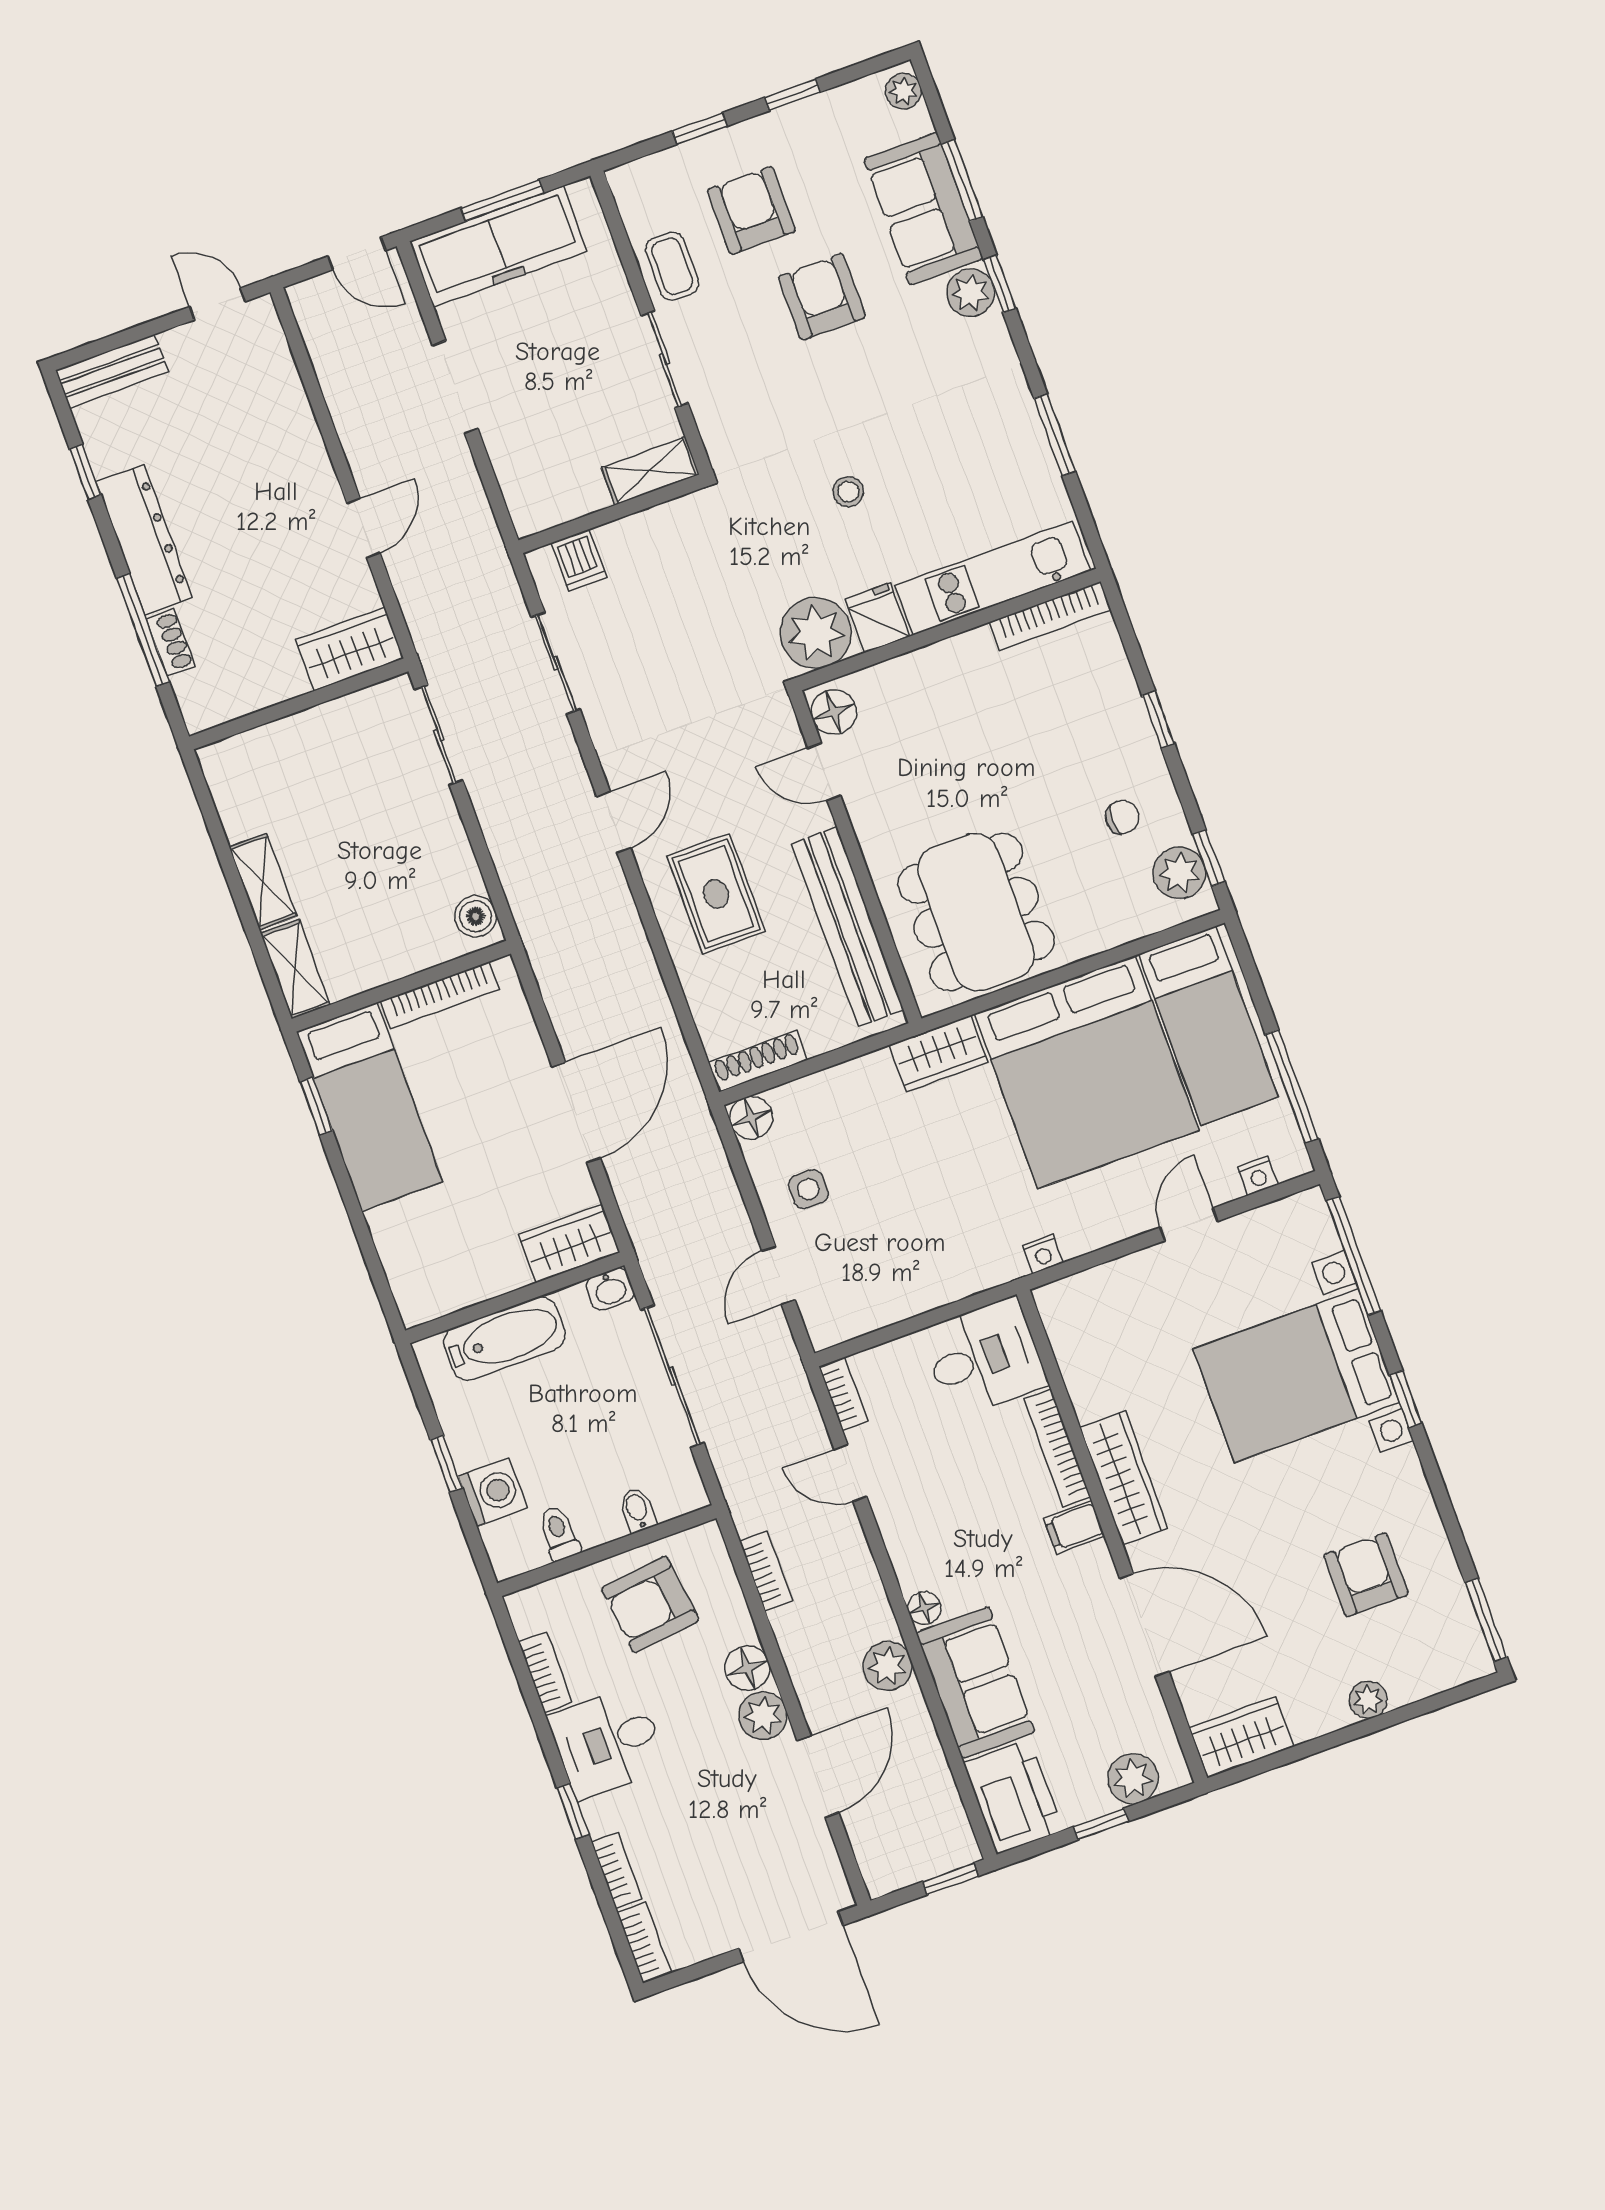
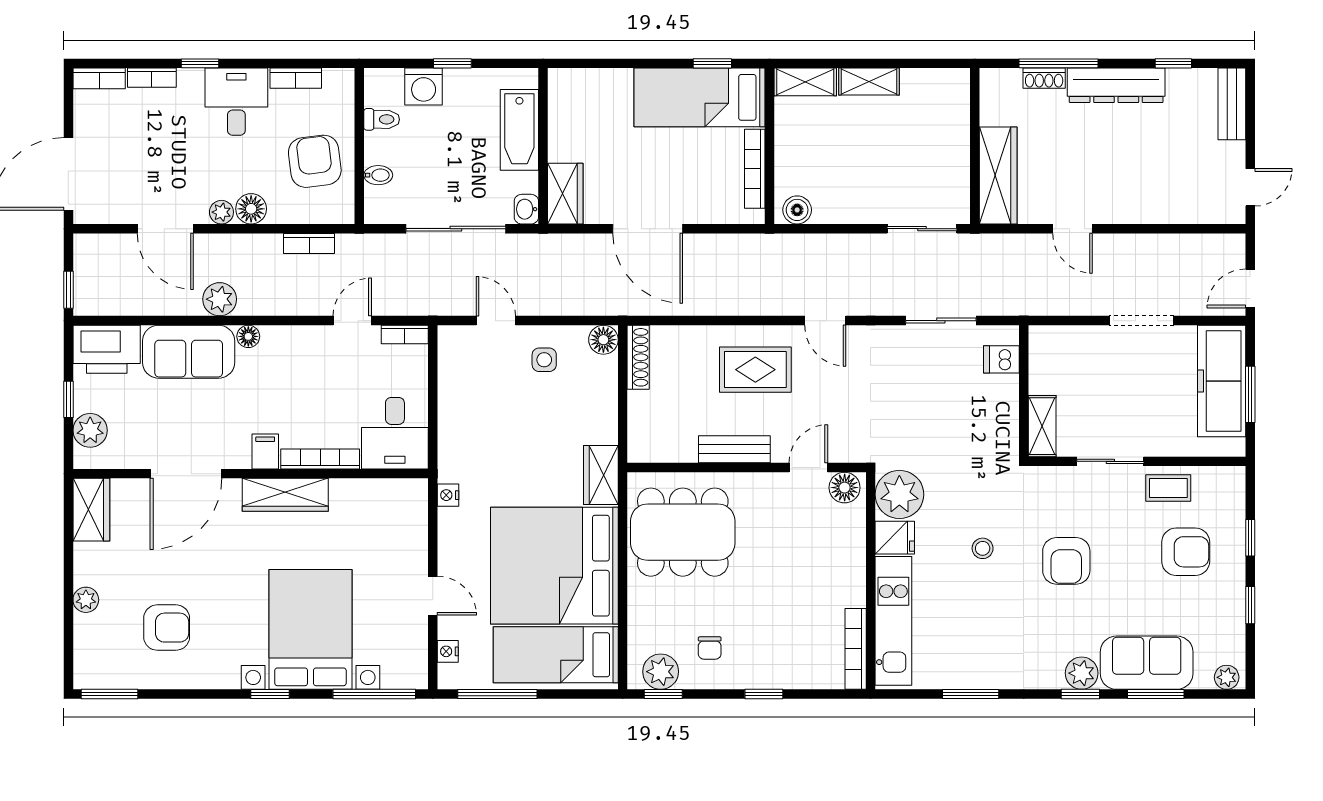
armchair: (822, 297) -> (1066, 561), moved, turned 90
wardrobe: (350, 649) -> (998, 175), width x1.50
bench: (848, 927) -> (734, 449), width x0.54, depth x0.82
plant: (763, 1716) -> (221, 212), width x0.73, depth x0.73

